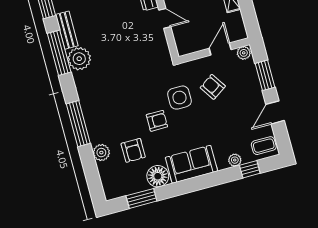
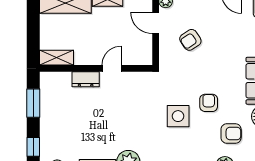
side table: (179, 98) -> (178, 116), moved

